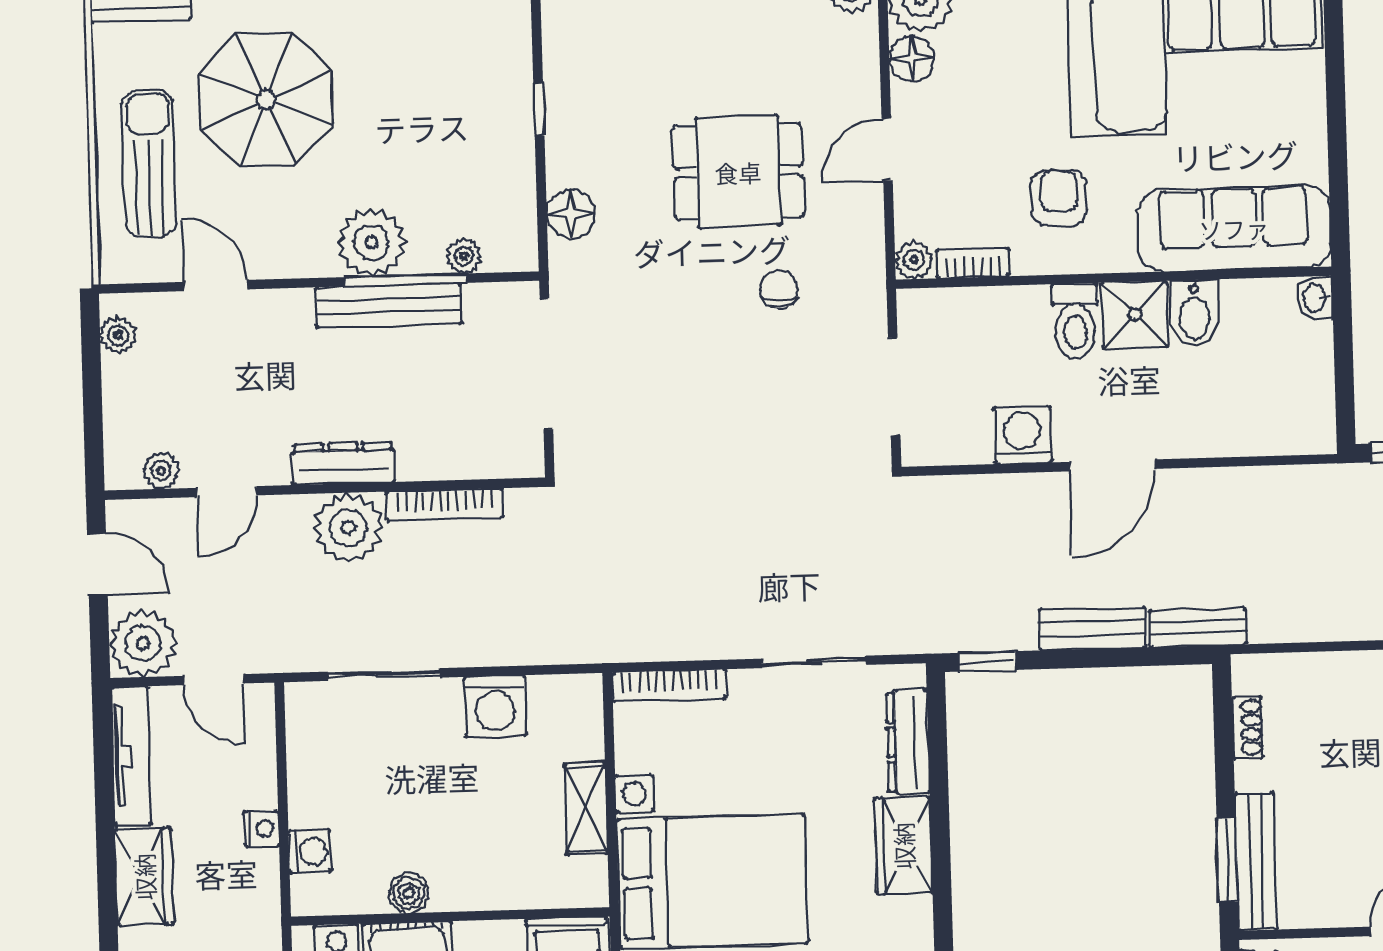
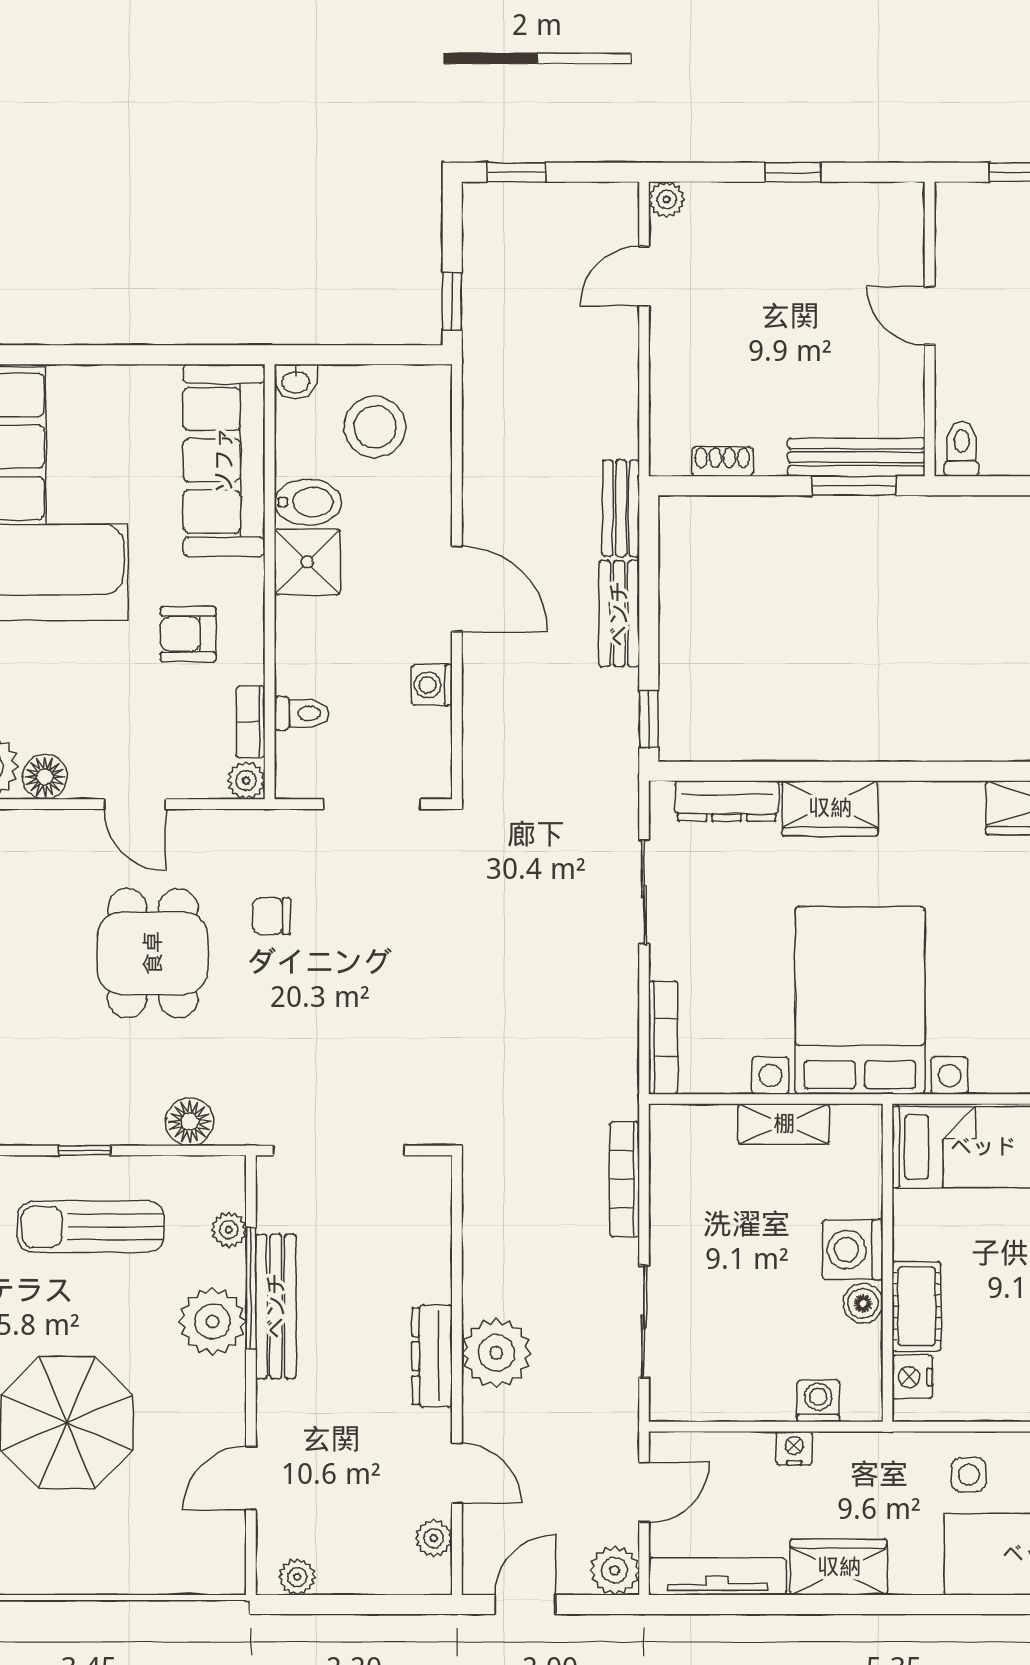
sun lounger: (149, 163) -> (91, 1227), moved
toilet: (1075, 321) -> (302, 713), moved, width x0.73, depth x0.72
stool: (1272, 379) -> (375, 427), added
washing machine: (1023, 435) -> (432, 685), width x0.73, depth x0.73
bookcase: (444, 505) -> (625, 1179), moved, turned 180
plant: (143, 643) -> (615, 1570), width x0.73, depth x0.73
washing machine: (495, 706) -> (853, 1250), moved, turned 180

